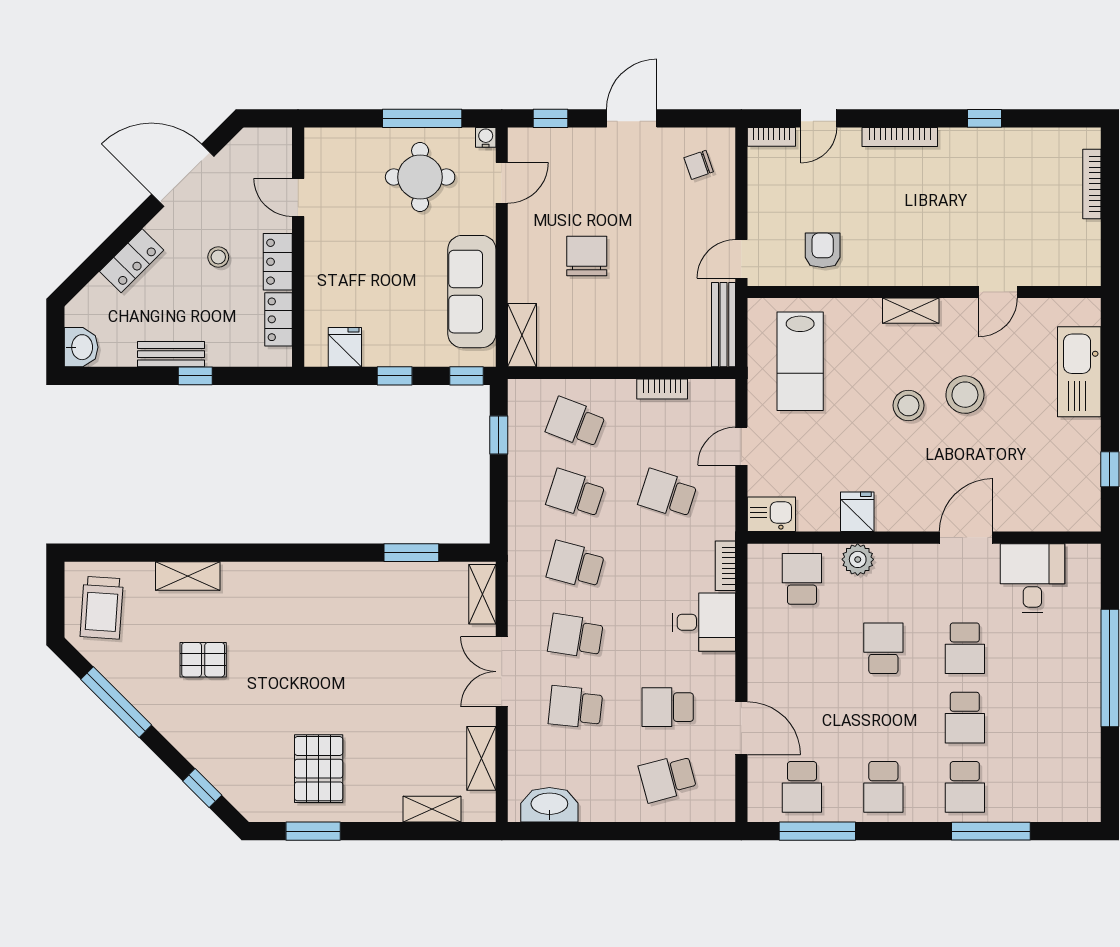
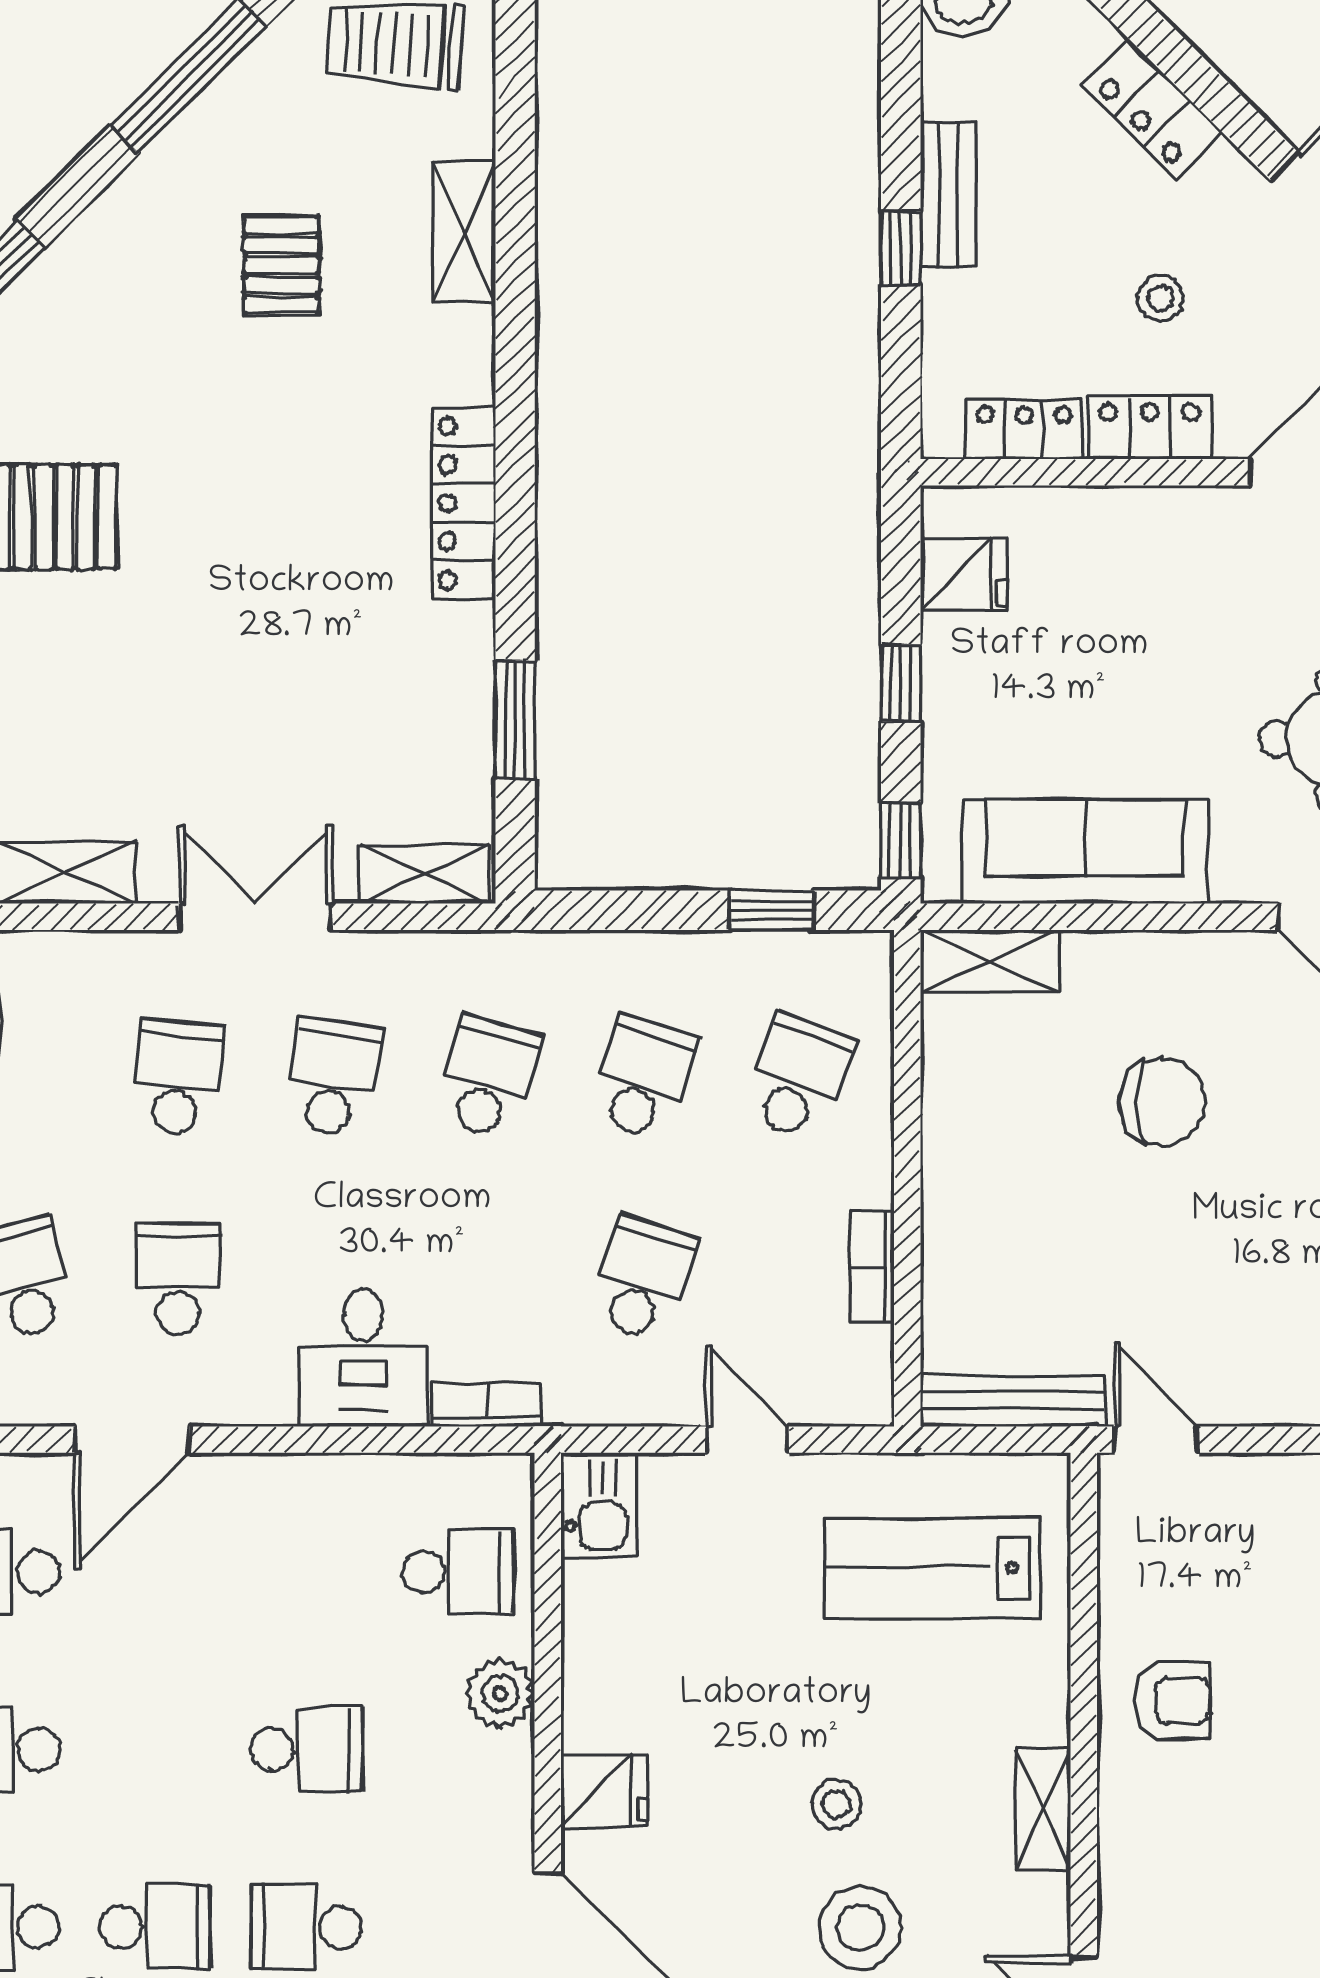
armchair: (823, 250) -> (1172, 1701), moved
stool: (908, 405) -> (836, 1804), width x0.73, depth x0.73
fridge: (857, 512) -> (604, 1791), moved
locker: (312, 576) -> (464, 503), added
school desk: (965, 718) -> (155, 1927), turned 180

